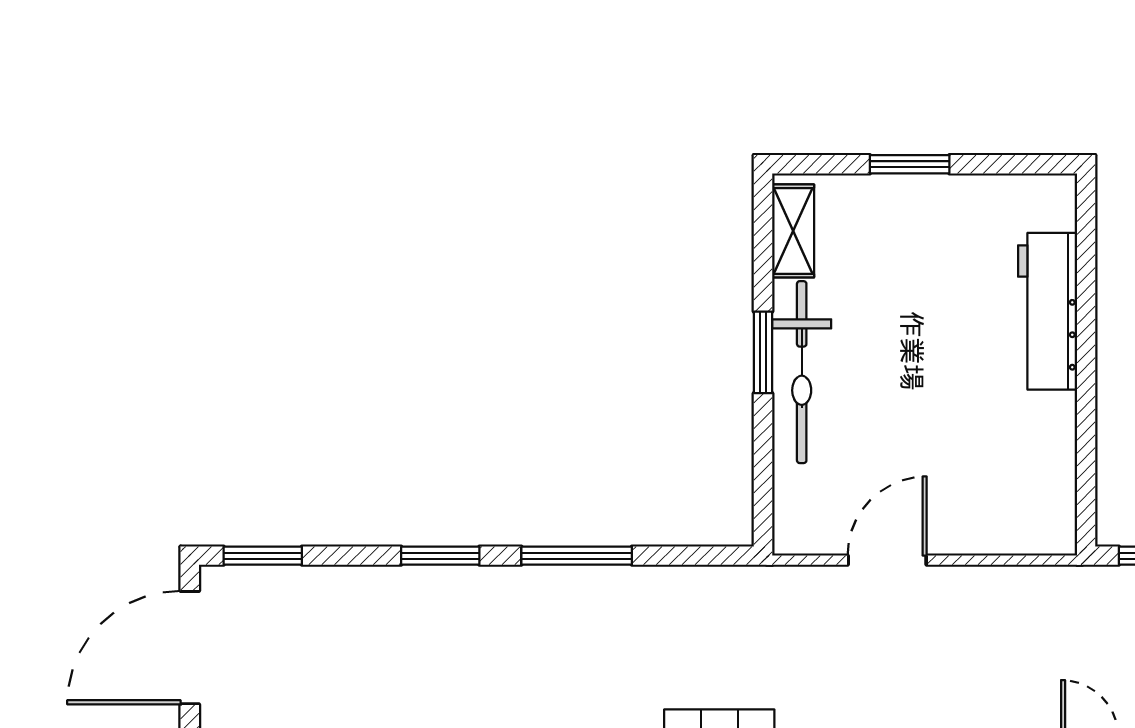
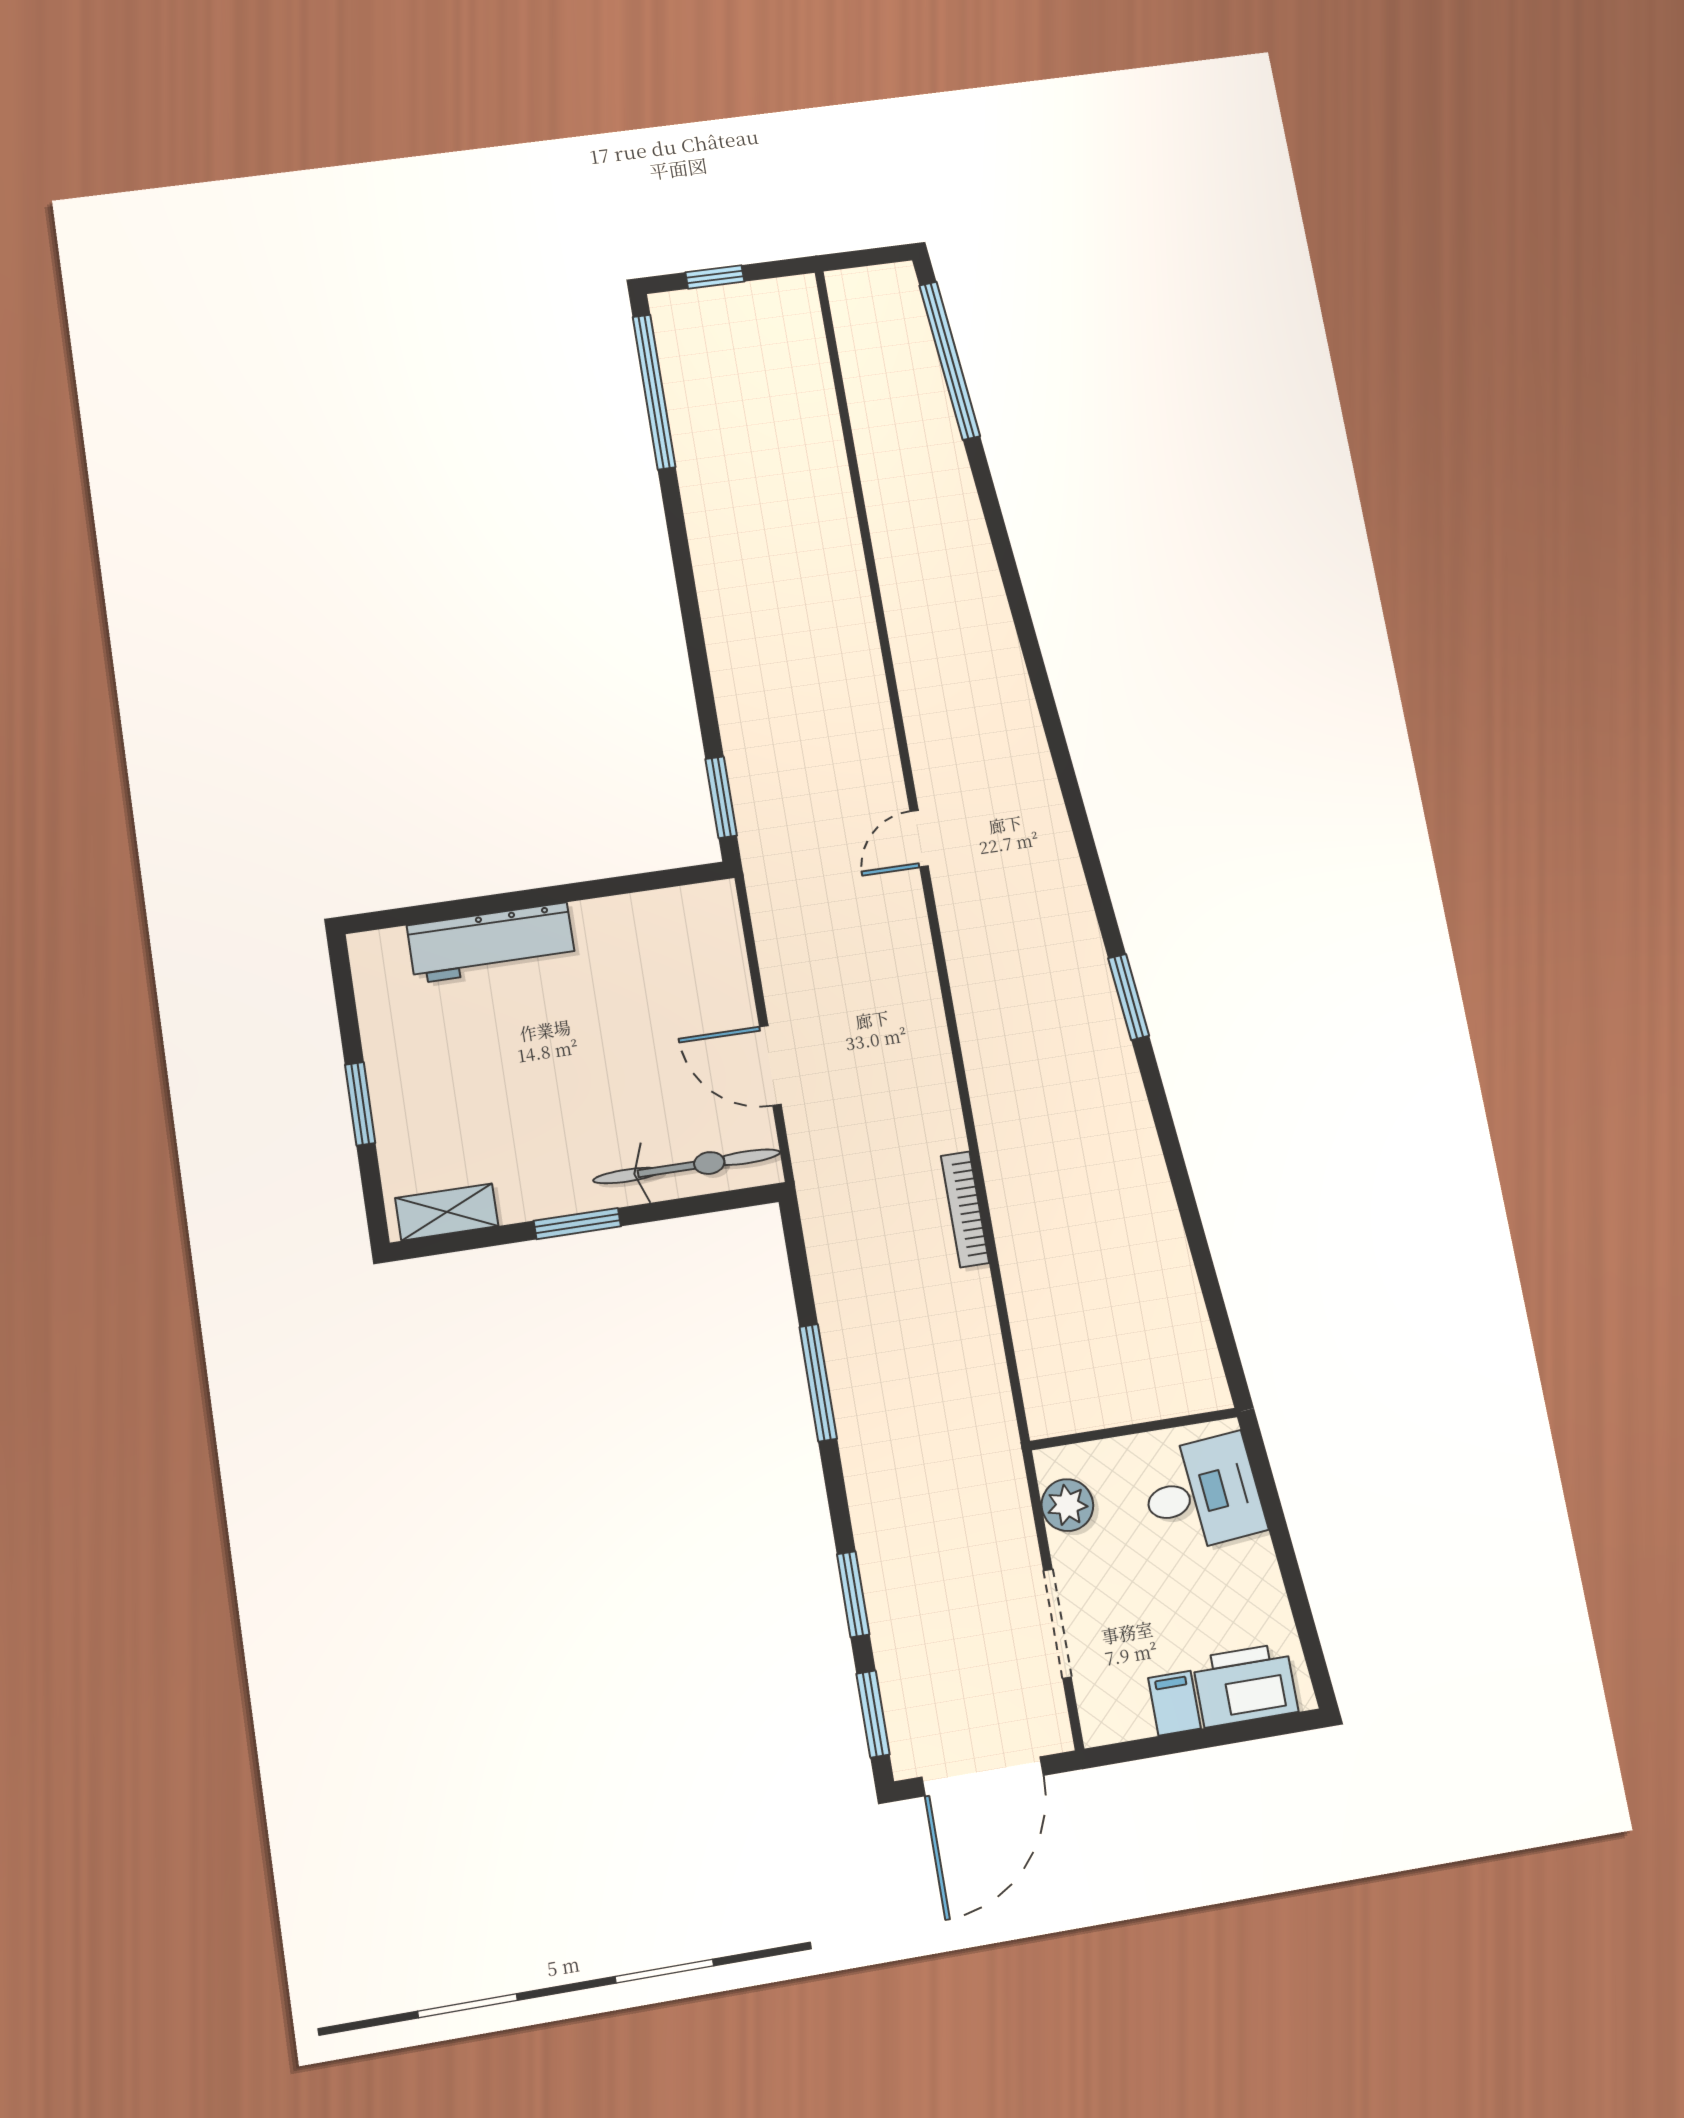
bicycle: (802, 372) -> (687, 1166), moved
window: (440, 556) -> (853, 1594), moved
door: (190, 648) -> (983, 1776), hinge flipped

